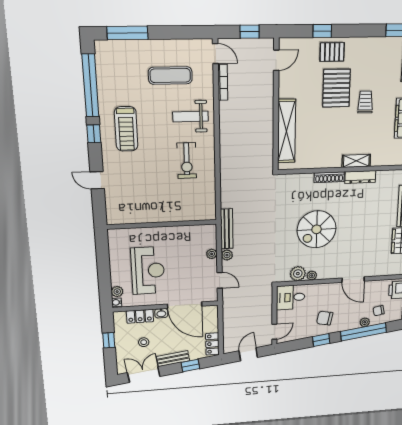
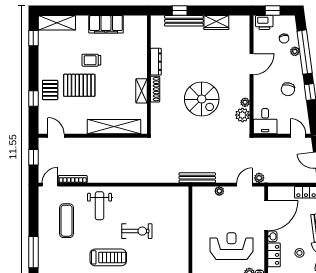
exercise bike: (187, 161) -> (137, 231), moved
shelving: (356, 161) -> (142, 91), moved
plant: (227, 255) -> (259, 178), moved

